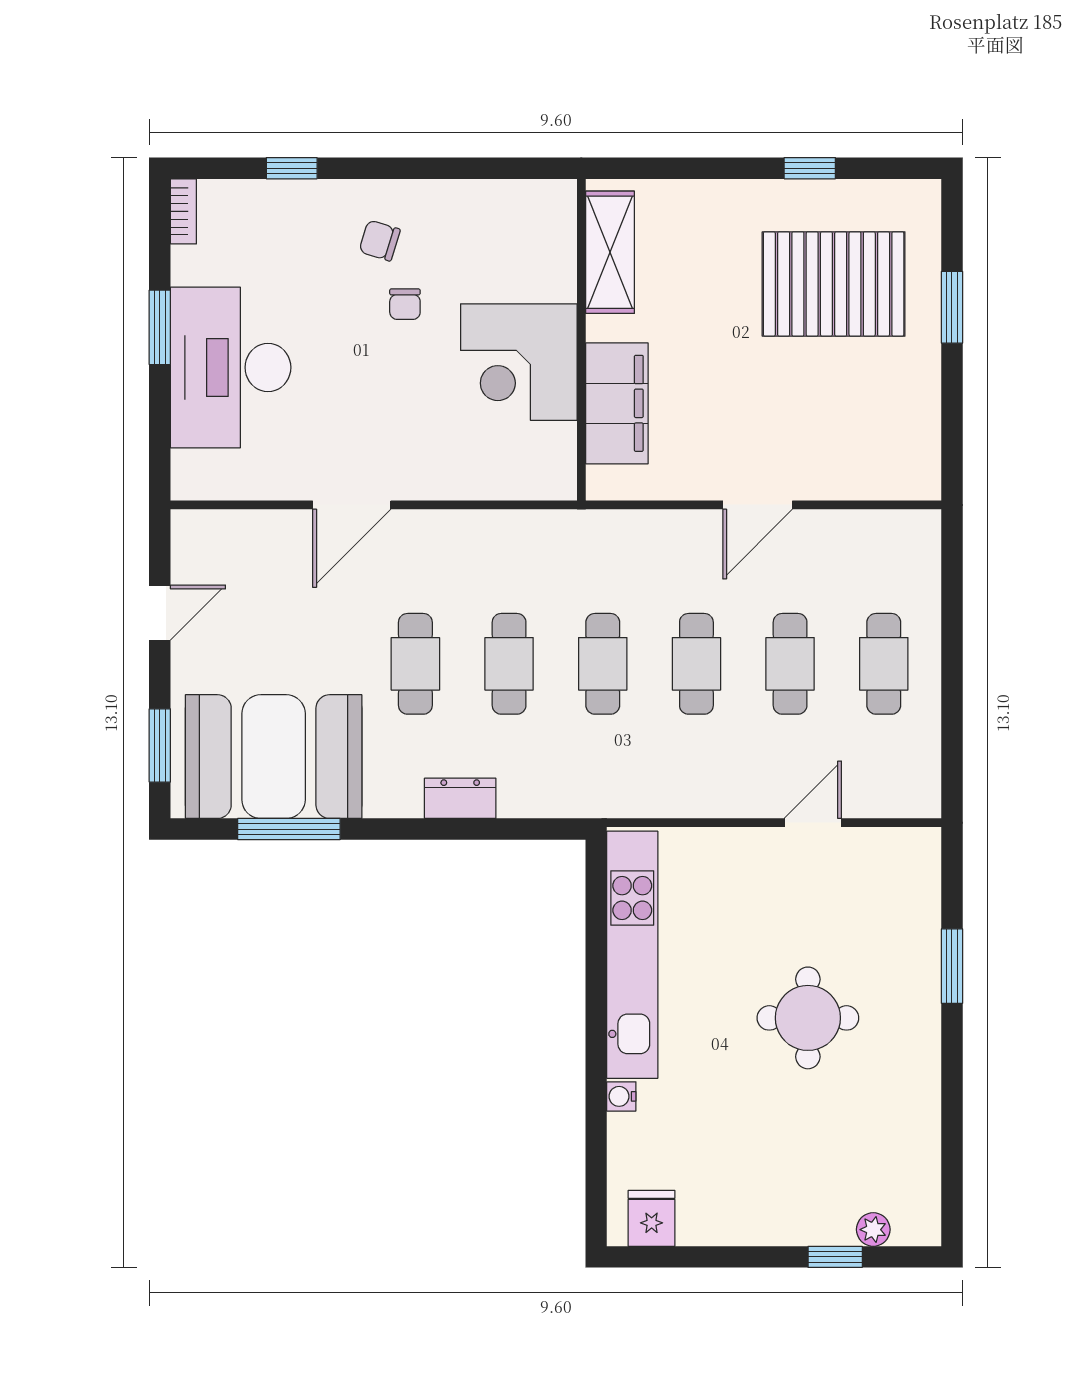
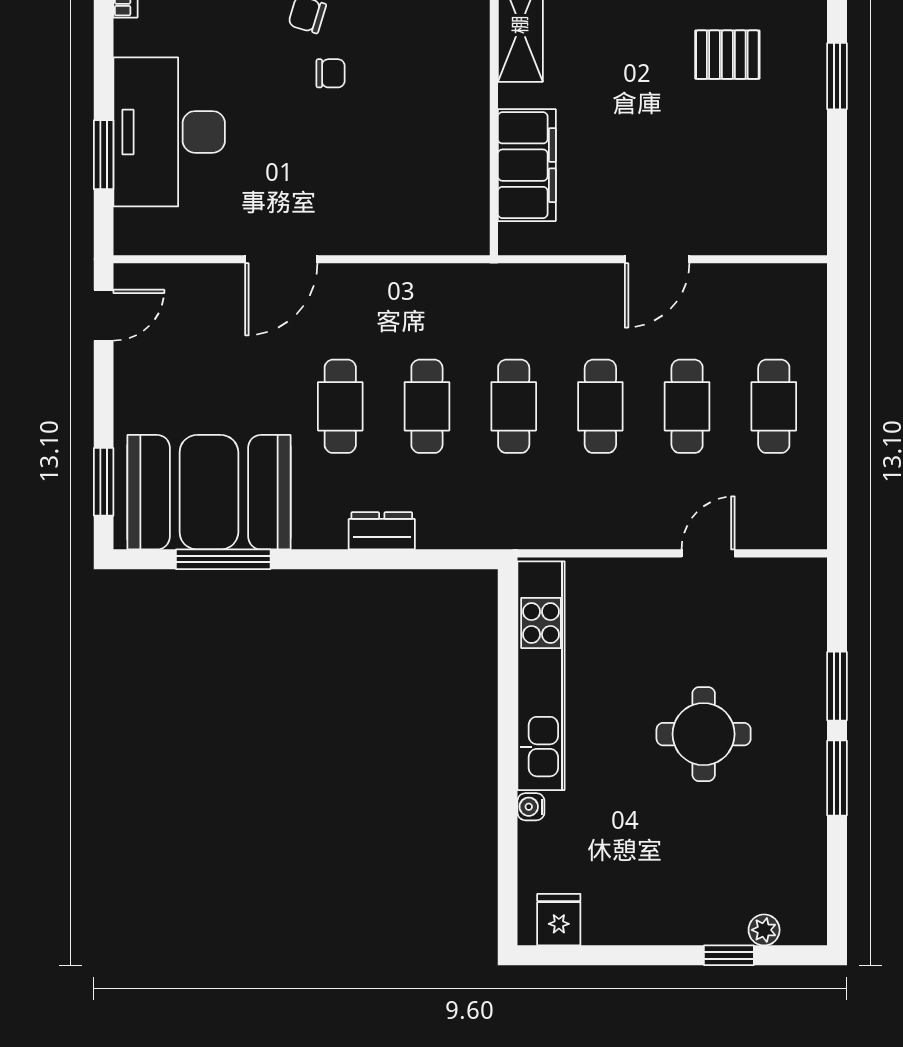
pallet: (834, 284) -> (727, 55), width x0.49, depth x0.50
chair: (405, 304) -> (331, 73), turned -90
window: (160, 327) -> (104, 155), moved
corner desk: (519, 362) -> (436, 127), removed
door: (160, 613) -> (104, 315), moved
window: (952, 1065) -> (837, 778), added

